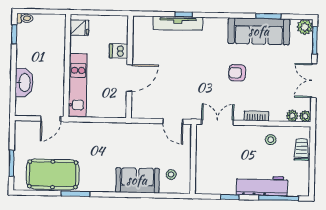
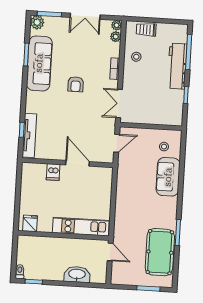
dishwasher: (119, 51) -> (53, 172), moved
wall: (130, 67) -> (68, 163), moved
door: (129, 78) -> (77, 163), moved

